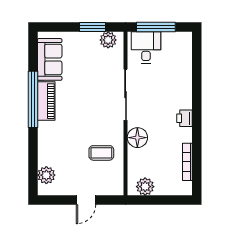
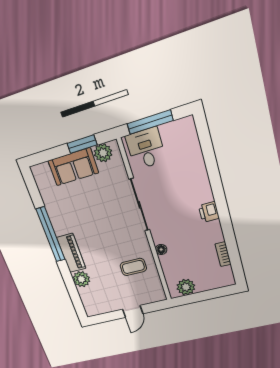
sofa: (50, 59) -> (73, 167), moved, turned 90
piano: (46, 101) -> (71, 253), moved
floor lamp: (137, 138) -> (161, 249), width x0.53, depth x0.53
bookcase: (187, 162) -> (223, 254), width x0.64
plant: (46, 175) -> (81, 279), moved

